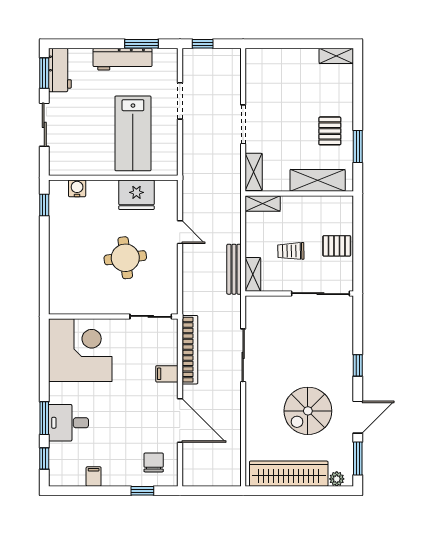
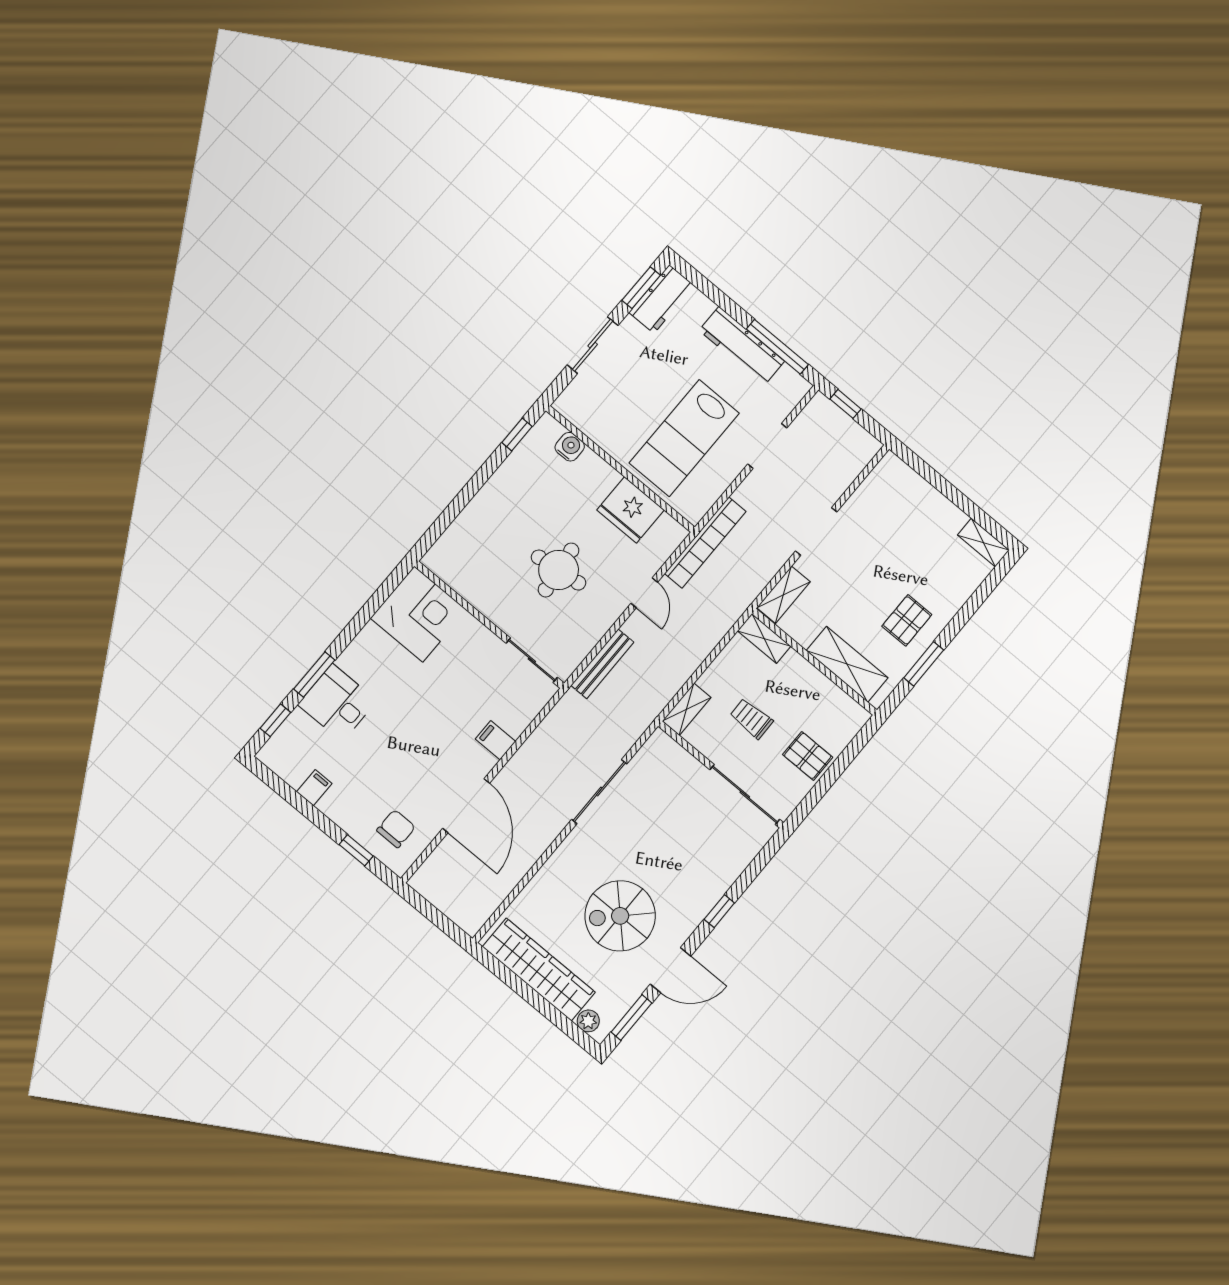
window: (142, 44) -> (777, 347), width x1.44
bench: (234, 269) -> (602, 664), moved
corner desk: (80, 350) -> (419, 614), width x0.74, depth x0.74
bookcase: (190, 350) -> (705, 542), moved

